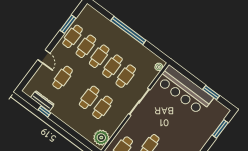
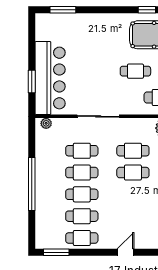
window: (68, 24) -> (56, 252), moved
cafe table: (63, 77) -> (133, 216), removed
window: (211, 92) -> (32, 82), moved

